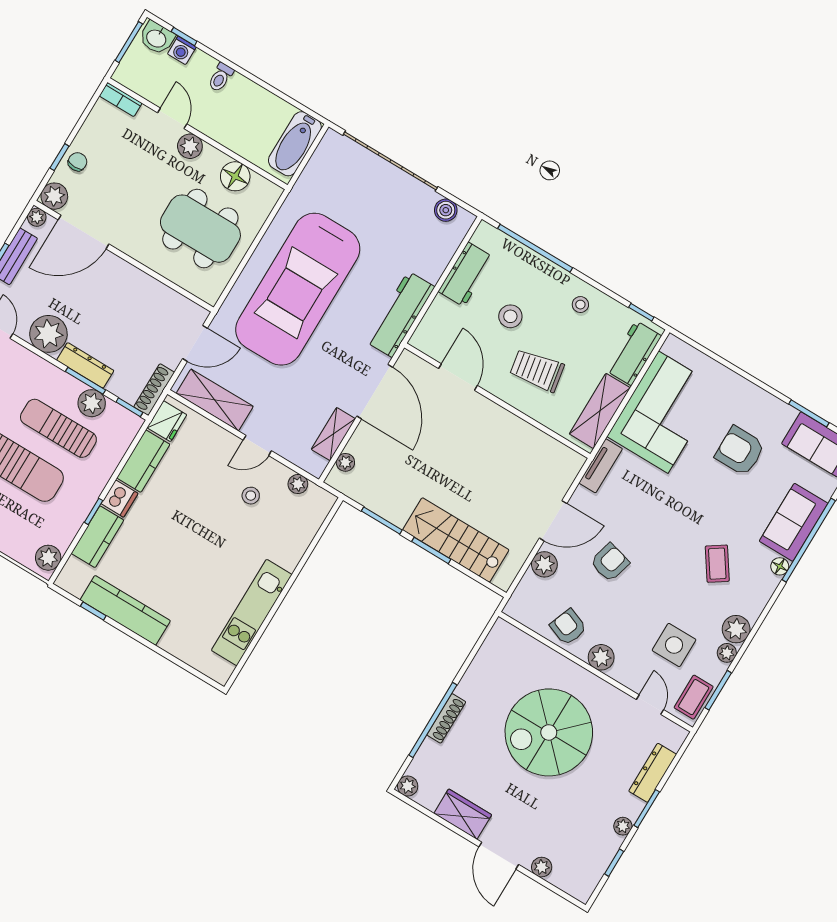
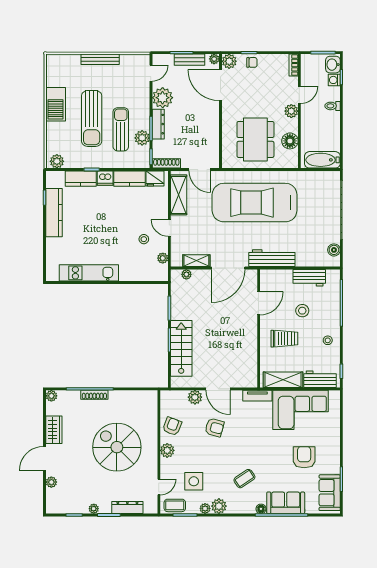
trolley: (537, 370) -> (284, 339), turned 100

